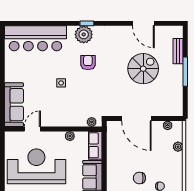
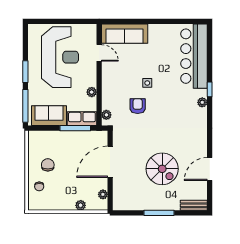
window: (87, 23) -> (210, 89), moved
plant: (84, 34) -> (202, 102), width x0.53, depth x0.53
bench: (178, 51) -> (194, 205), moved
armchair: (88, 63) -> (138, 106), moved, turned -90
window: (104, 152) -> (75, 128), added

